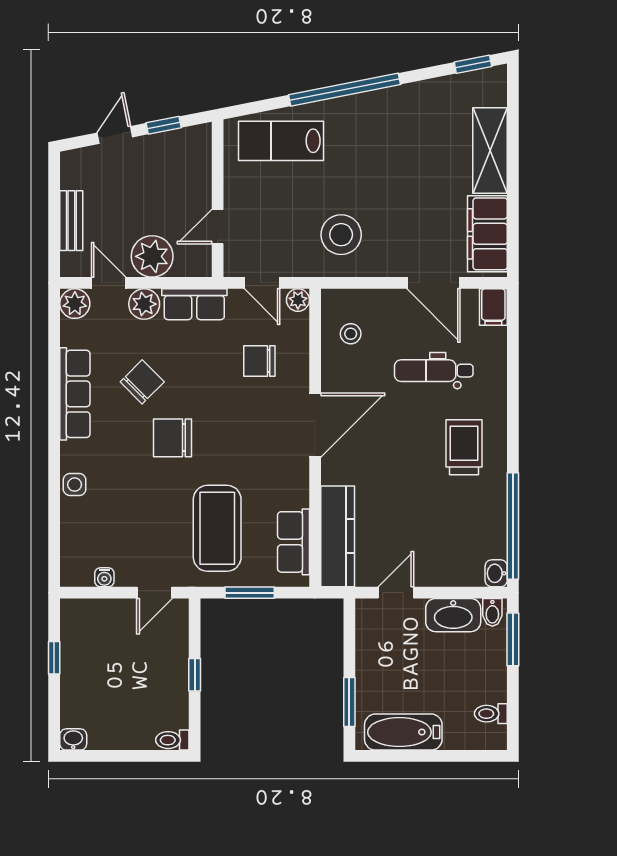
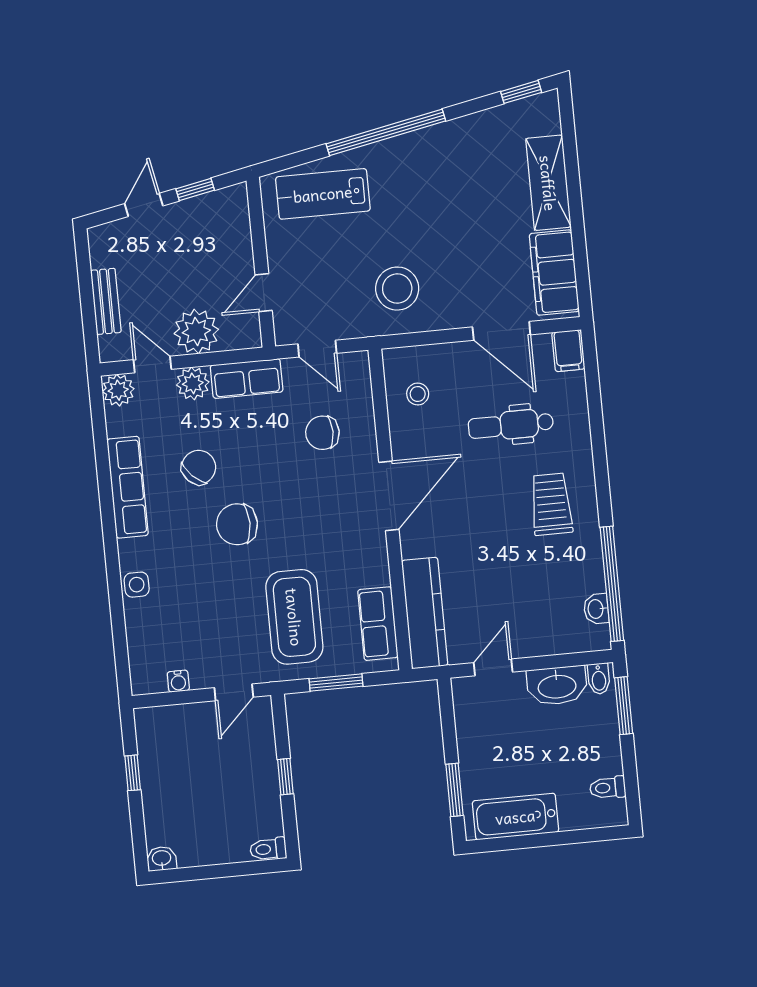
plant: (298, 300) -> (358, 363), removed
washbasin: (496, 573) -> (596, 609), moved

